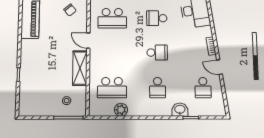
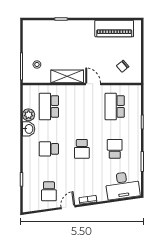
door: (88, 41) -> (93, 84), hinge flipped
school desk: (203, 88) -> (49, 191), turned -90
washbasin: (180, 110) -> (29, 129), moved

